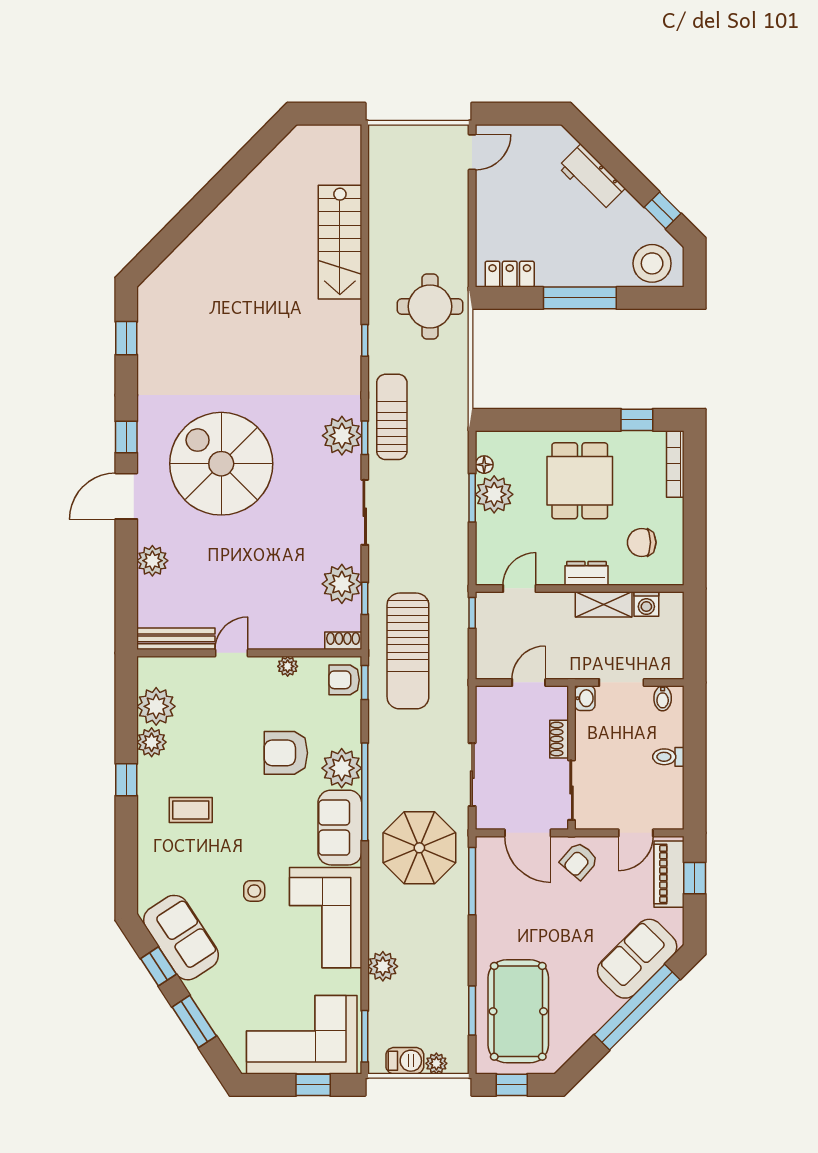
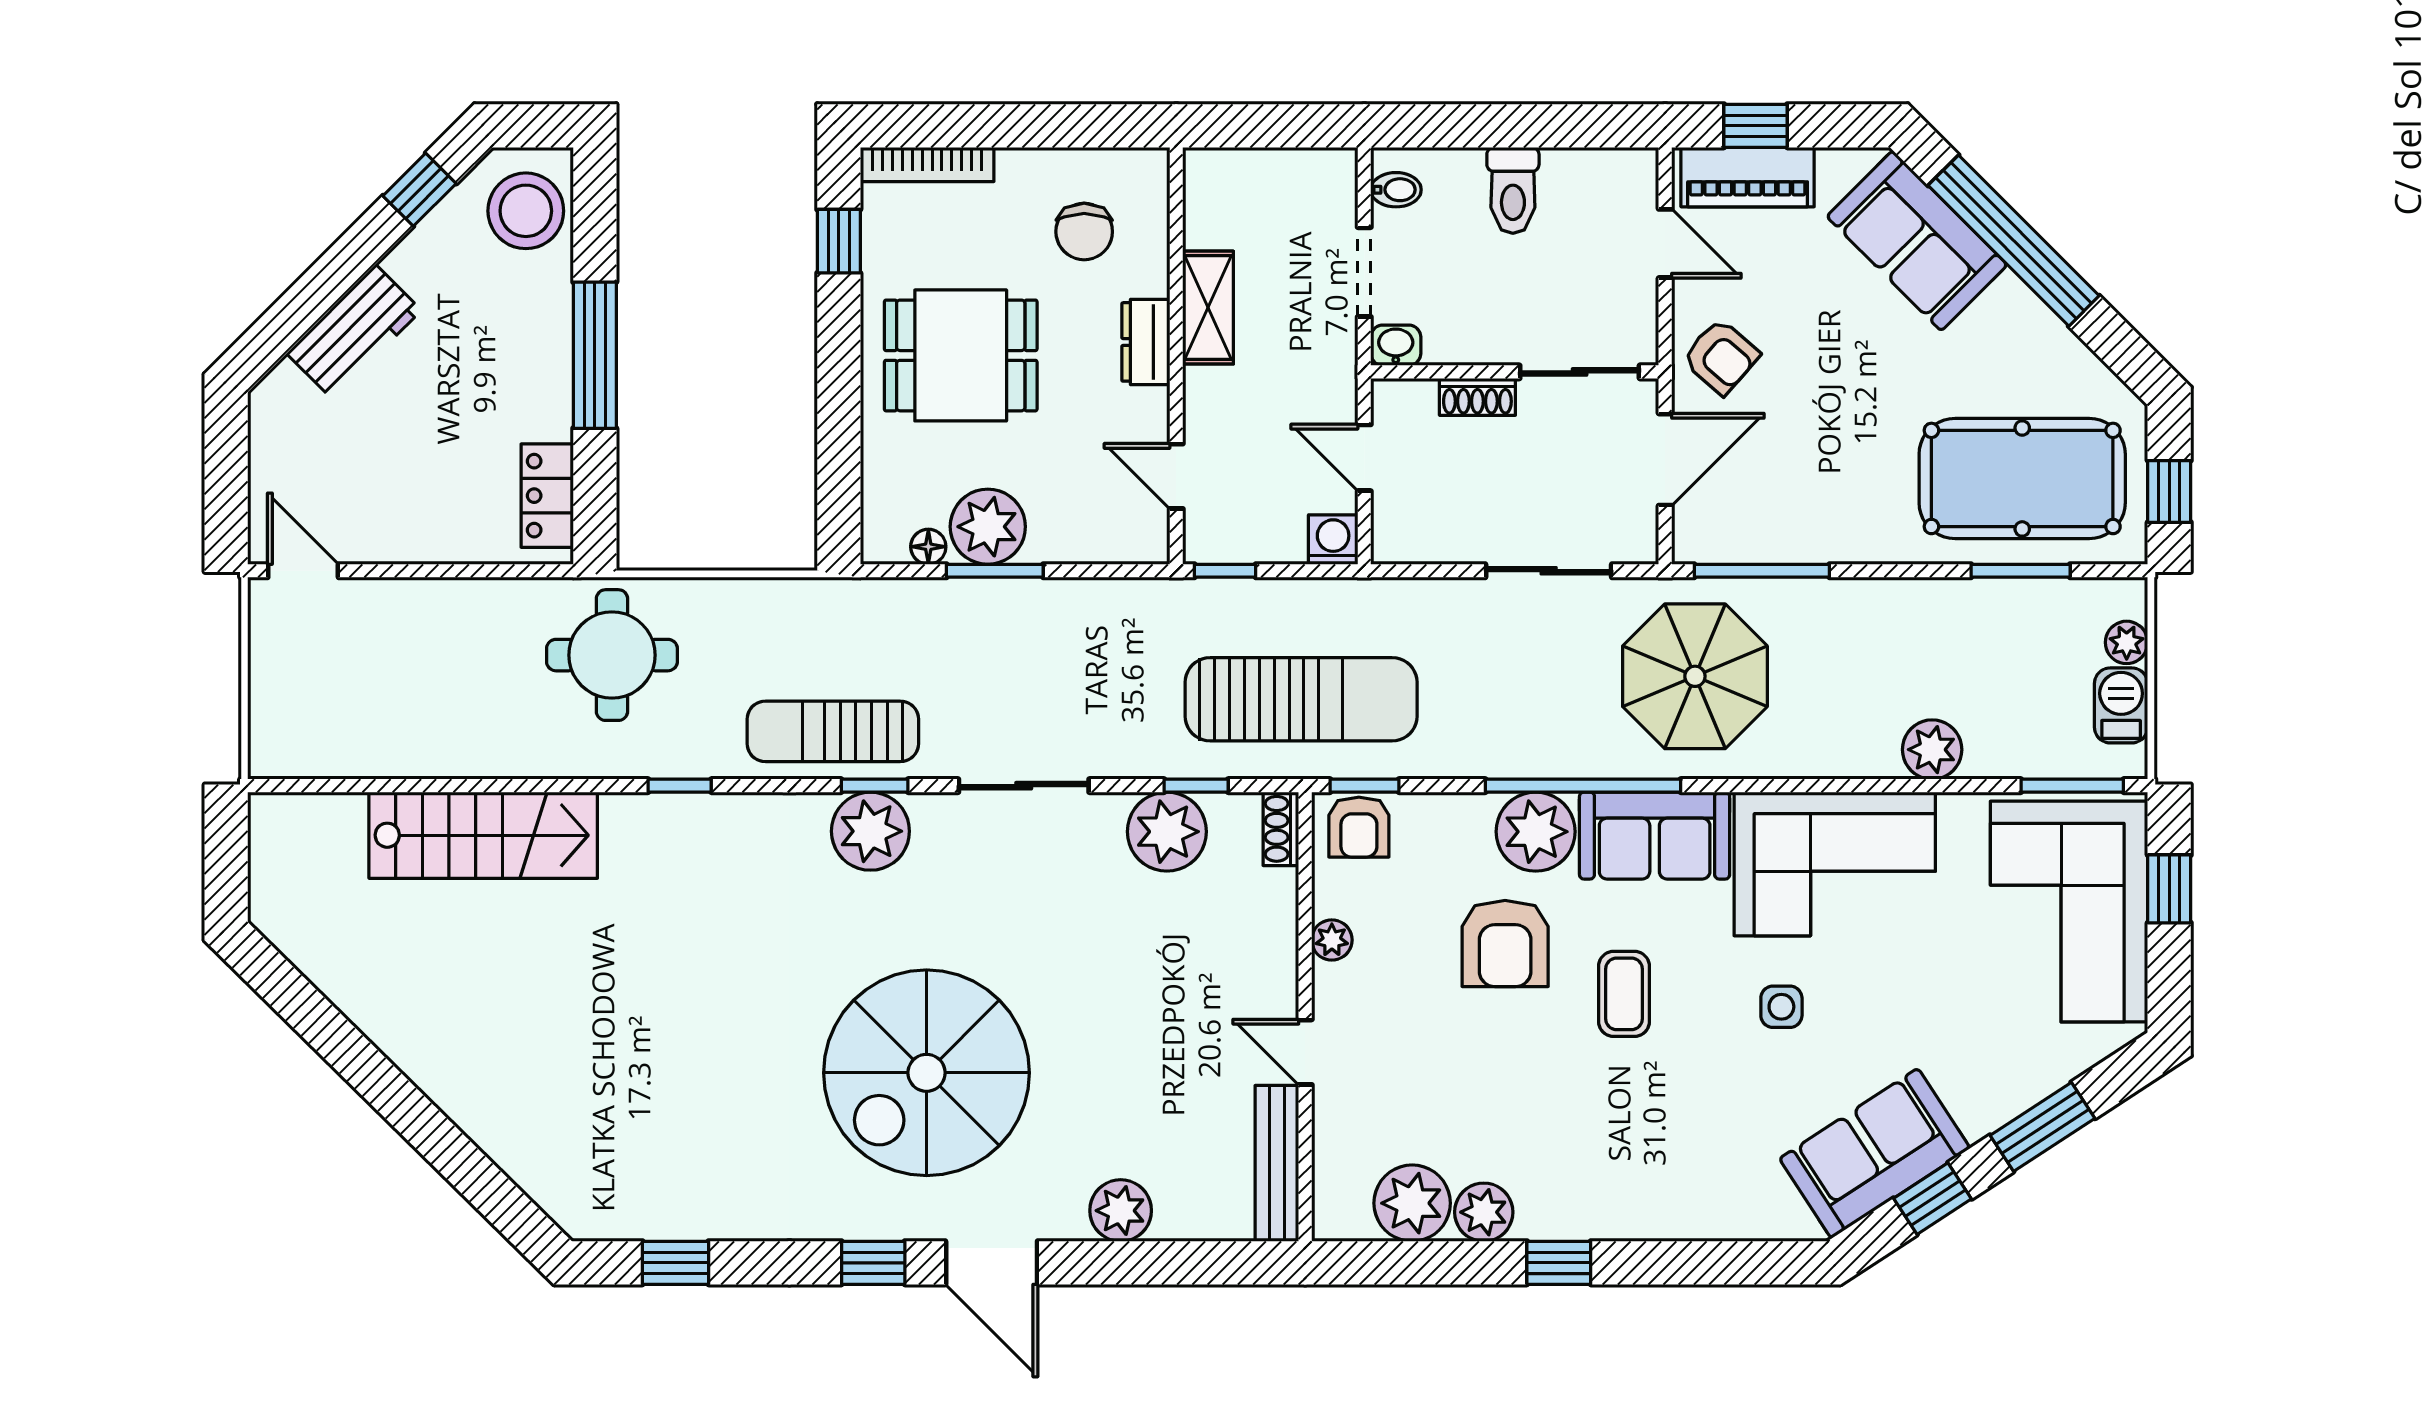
washing machine: (646, 604) -> (1333, 540), moved, turned -90
toilet: (668, 757) -> (1513, 190), width x1.37, depth x1.39
coffee table: (191, 810) -> (1624, 994), moved

